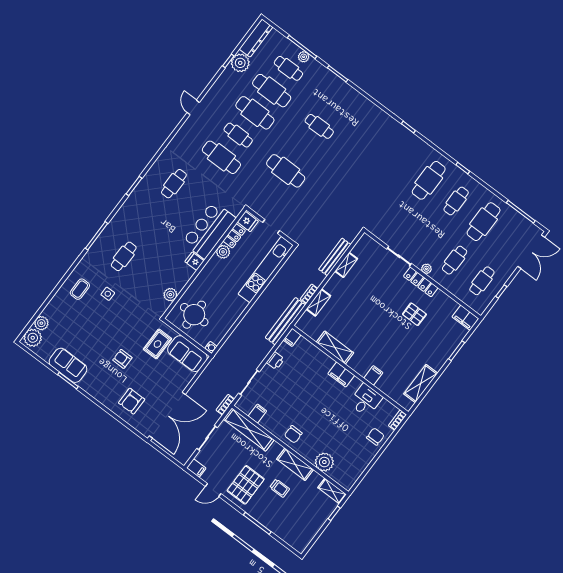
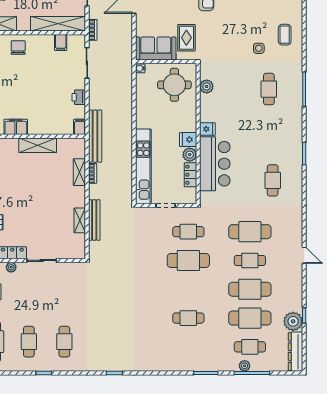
cafe table: (429, 180) -> (64, 342), width x0.73, depth x0.74
cafe table: (269, 193) -> (188, 232), added
fridge: (248, 222) -> (188, 139), moved

